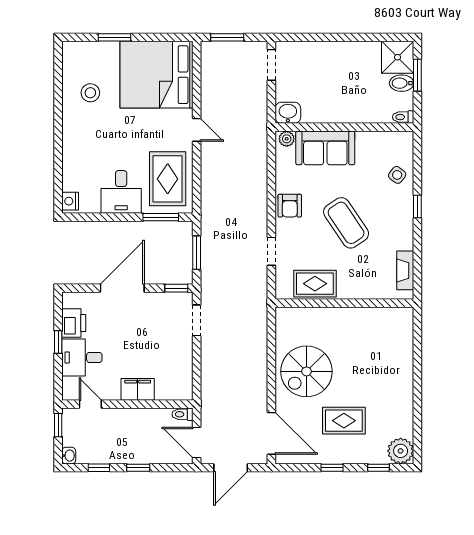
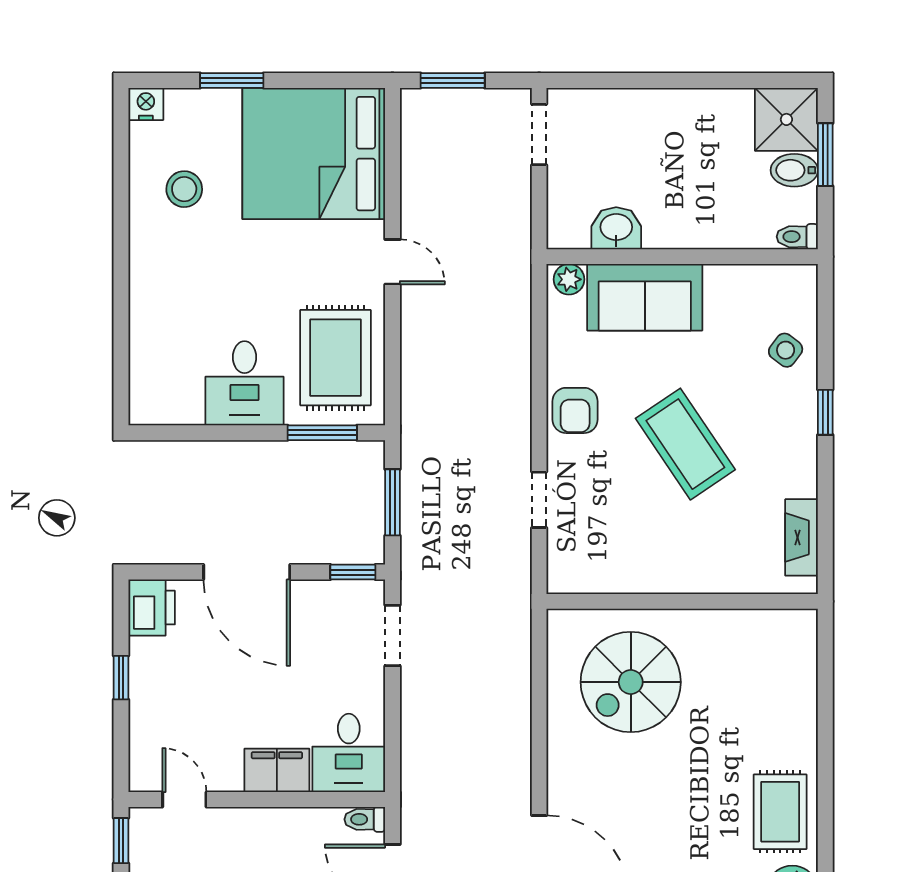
washbasin: (288, 113) -> (616, 228), moved
nightstand: (70, 201) -> (146, 104), moved, turned 90
rug: (315, 284) -> (625, 563), removed
door: (122, 288) -> (247, 572), swing flipped
printer: (74, 323) -> (152, 608), moved
desk: (82, 358) -> (349, 753), moved, turned -90
spiral stairs: (306, 371) -> (631, 682), moved
rug: (344, 421) -> (780, 812), moved, turned 90

